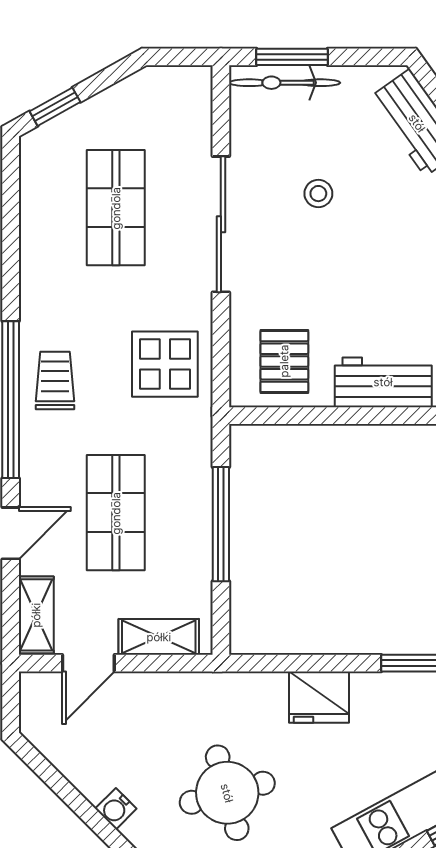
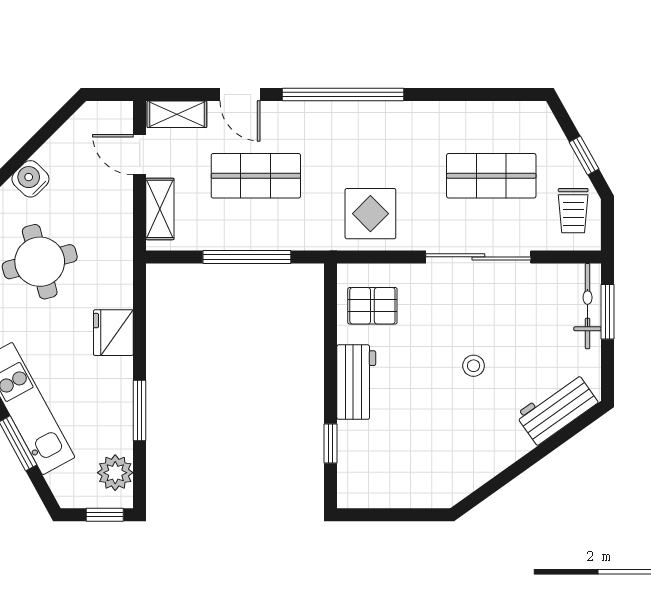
window: (55, 107) -> (584, 156), moved
stool: (318, 194) -> (474, 366), moved
trolley: (55, 380) -> (573, 211), moved, turned 90
water cooler: (116, 809) -> (30, 179), width x1.38, depth x1.38

